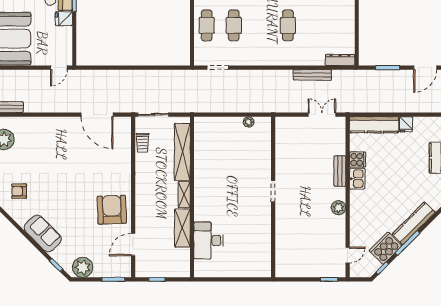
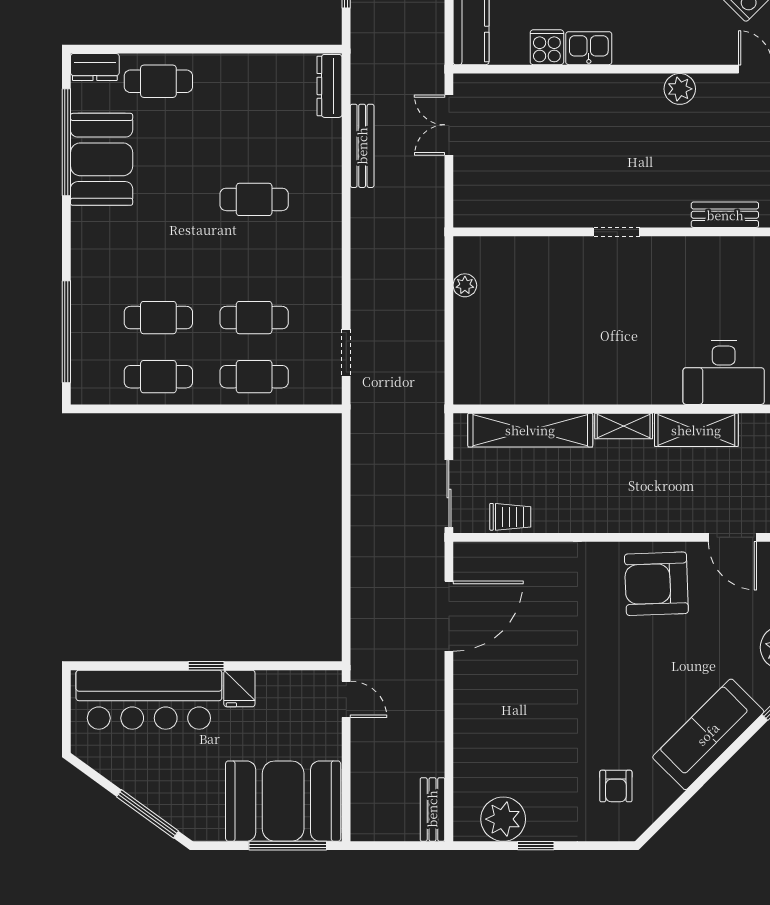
bench: (340, 171) -> (725, 215), moved
plant: (339, 208) -> (680, 89), moved
sofa: (43, 233) -> (708, 734), width x1.36

